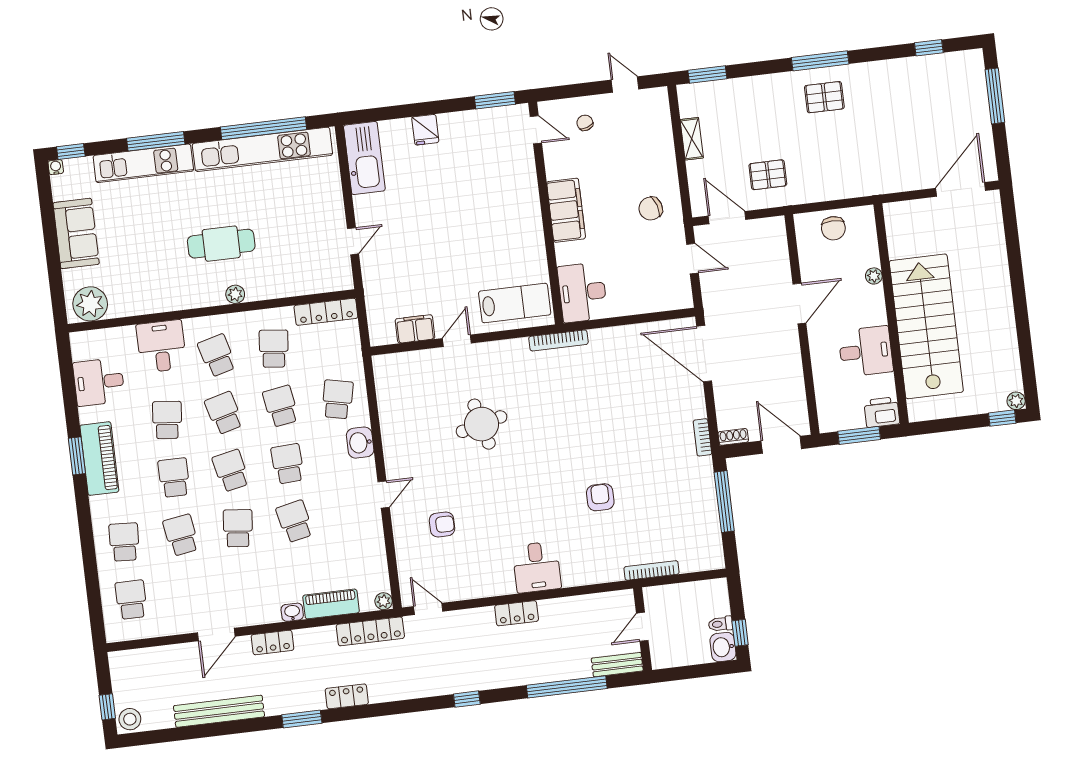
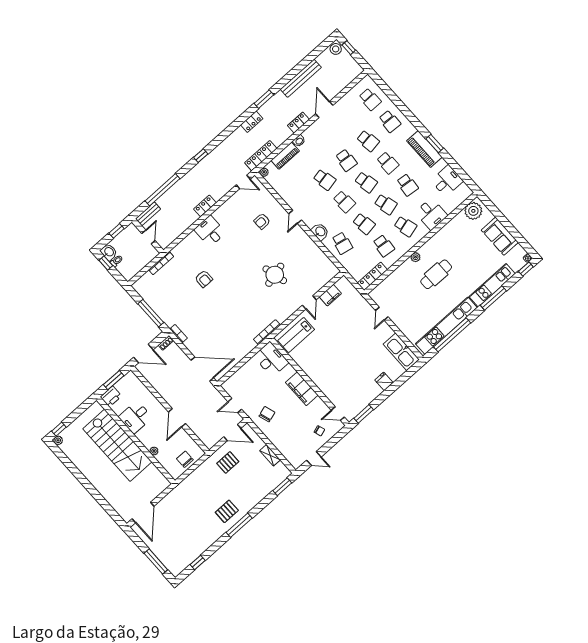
window: (687, 672) -> (116, 231), added

